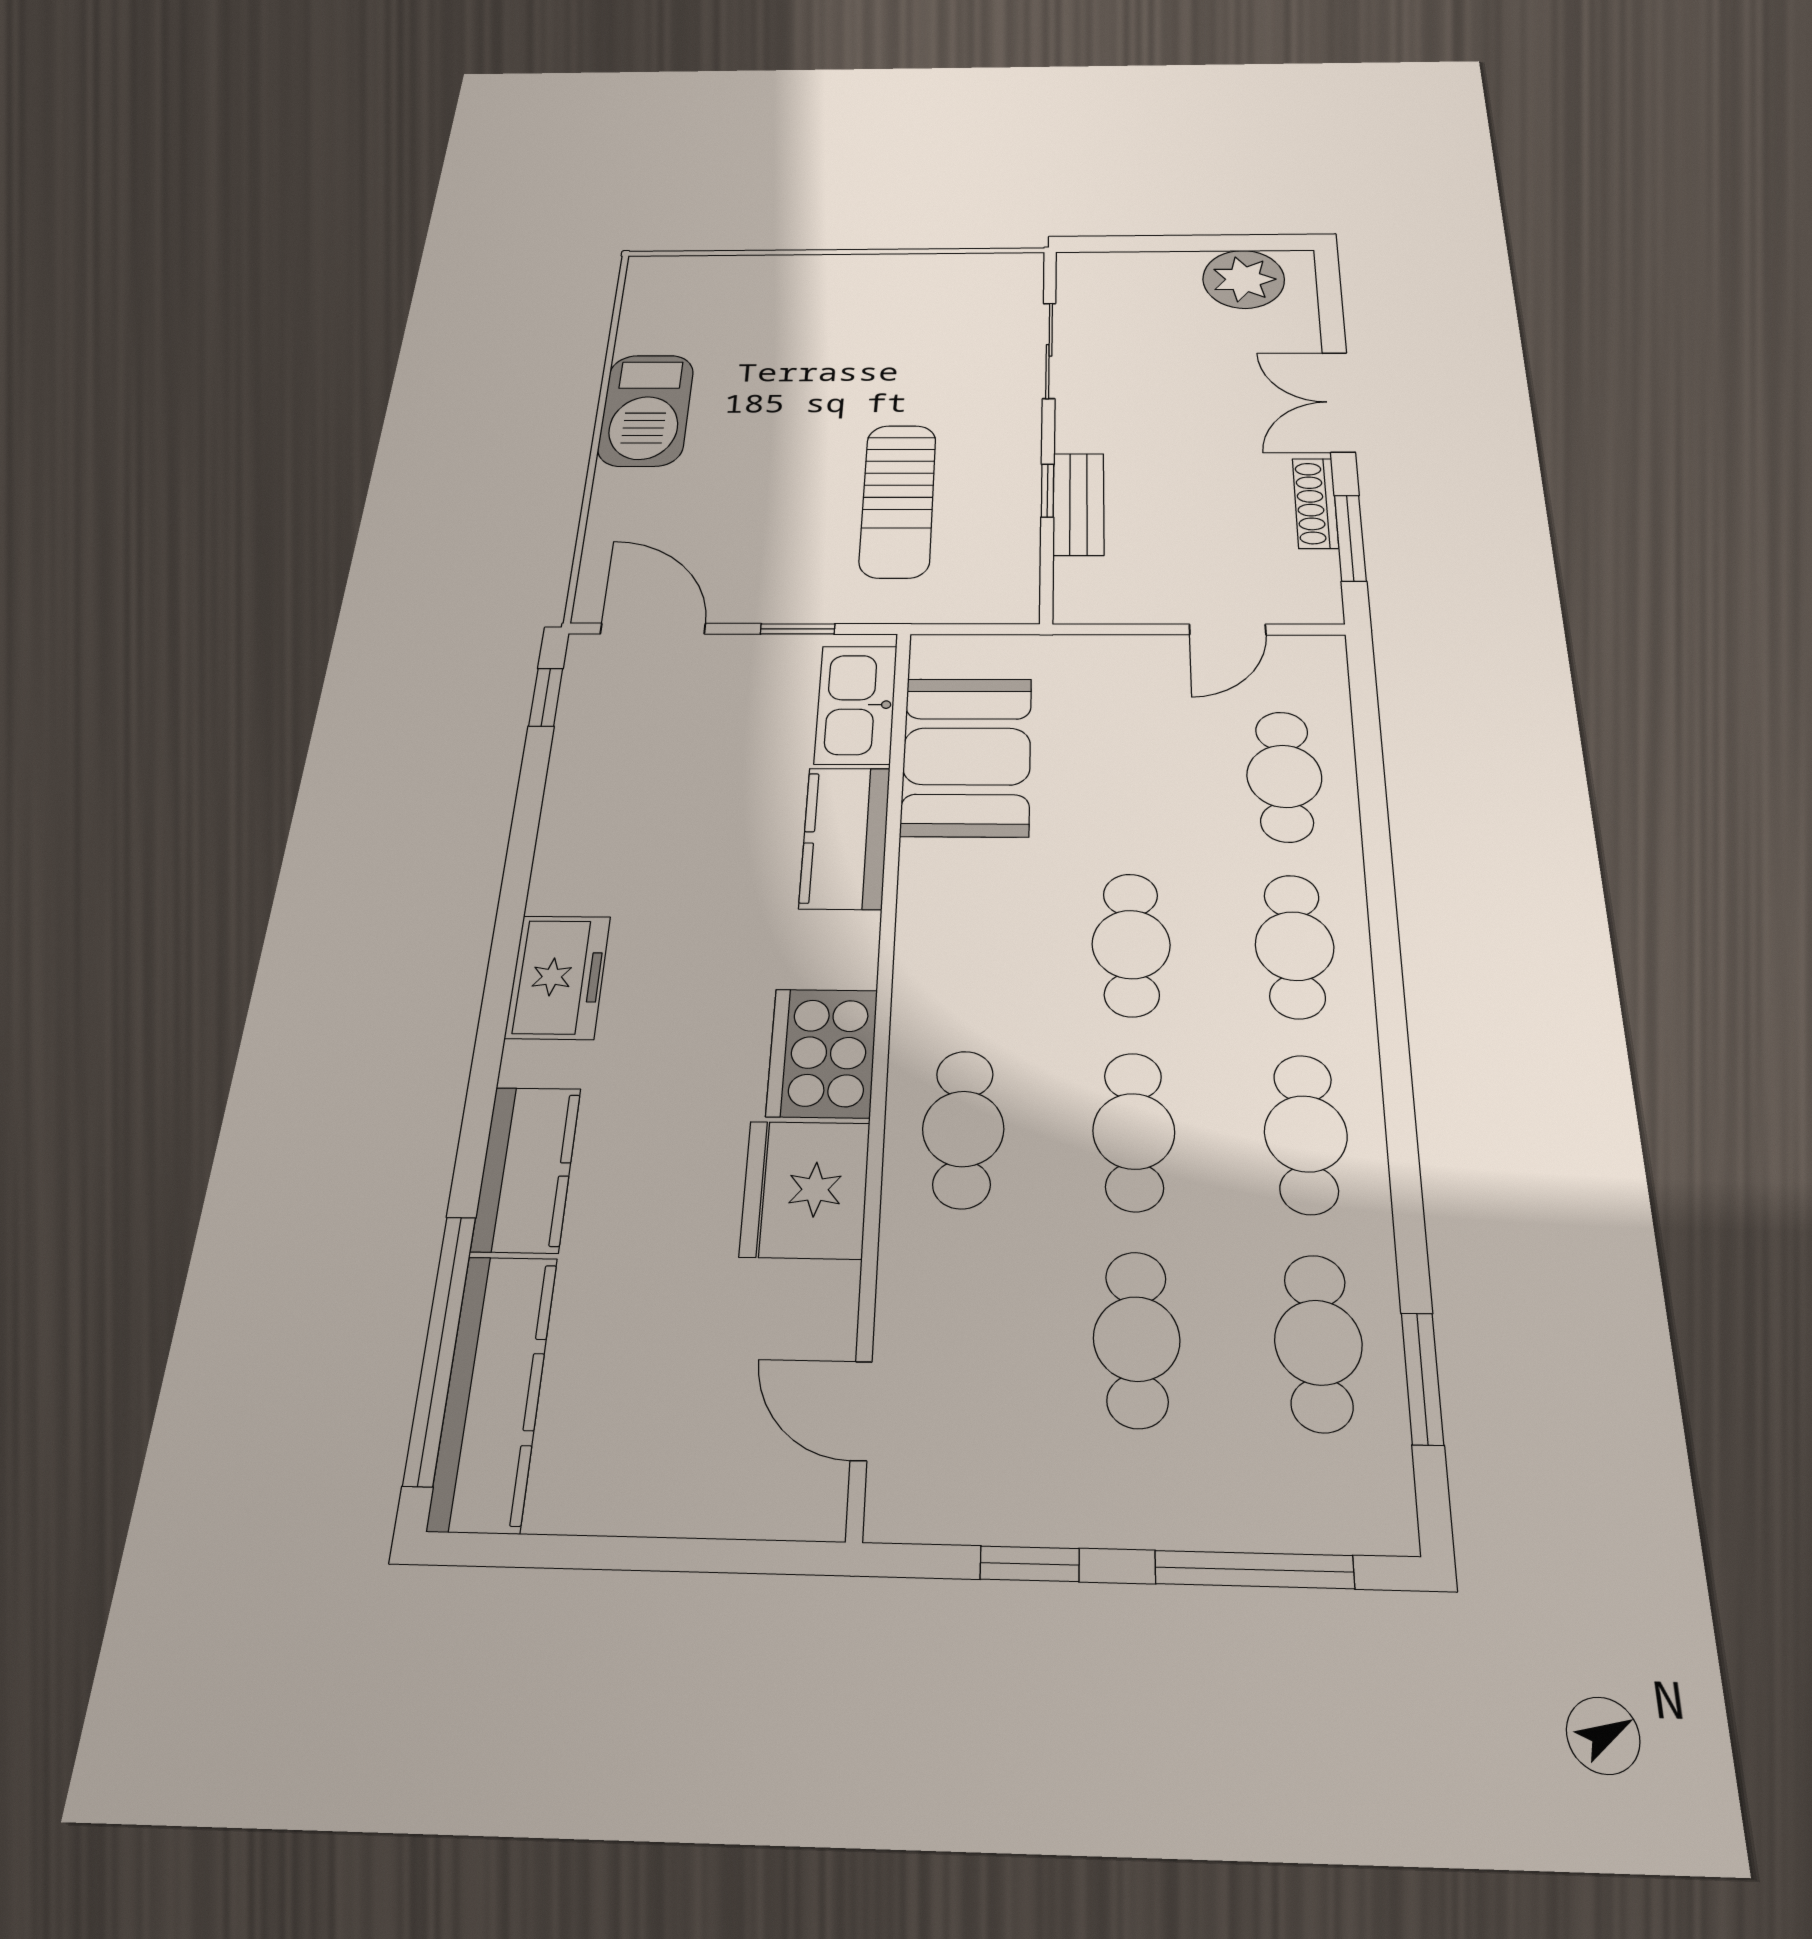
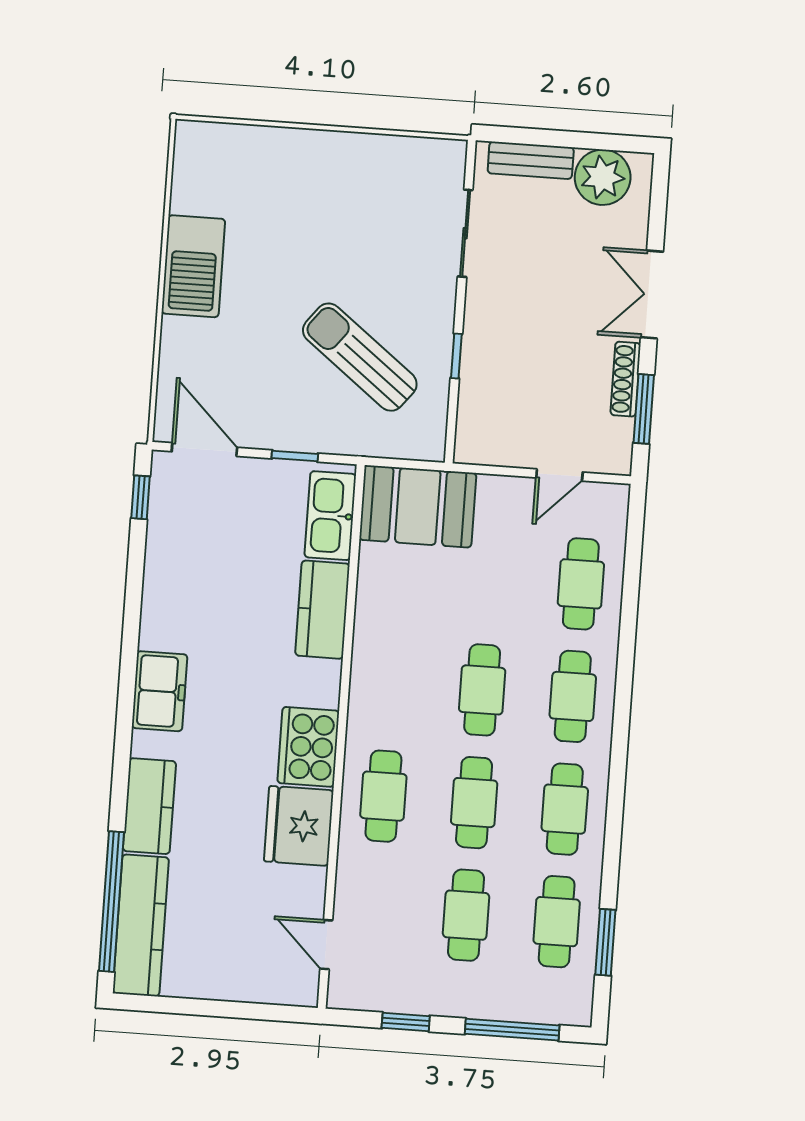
sun lounger: (898, 500) -> (360, 357), turned 128
bench: (1078, 504) -> (531, 160), moved, turned 90
booth: (967, 756) -> (418, 506), moved, turned 90

